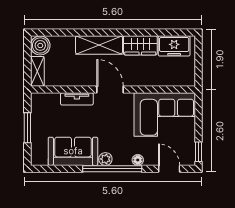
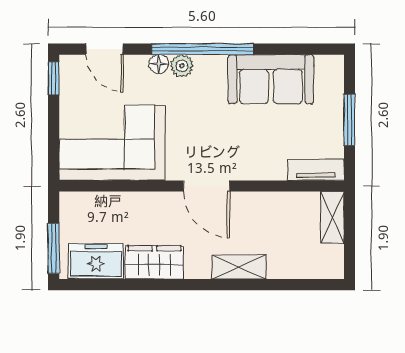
boiler: (40, 45) -> (327, 262), removed
shelving: (99, 45) -> (239, 267), width x0.67, depth x0.75
window: (199, 53) -> (54, 248), added
tv unit: (77, 99) -> (316, 170), moved
plant: (105, 159) -> (182, 66), moved

